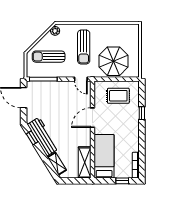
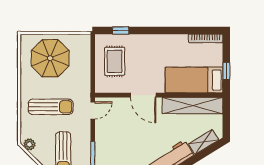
parasol: (114, 61) -> (50, 58), moved
window: (142, 113) -> (121, 30), moved
shelving: (85, 162) -> (192, 106), width x1.47
window: (122, 181) -> (226, 71), moved

